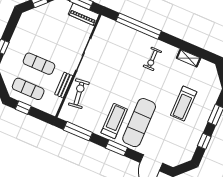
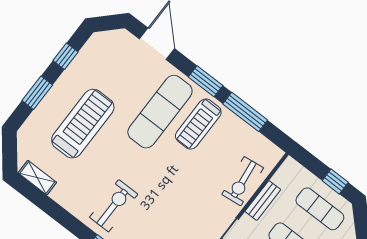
shelving: (189, 58) -> (37, 178), moved
exercise bike: (152, 59) -> (114, 206), width x1.38, depth x1.39
treadmill: (184, 104) -> (83, 124), width x1.37, depth x1.38
window: (78, 131) -> (245, 112), moved

